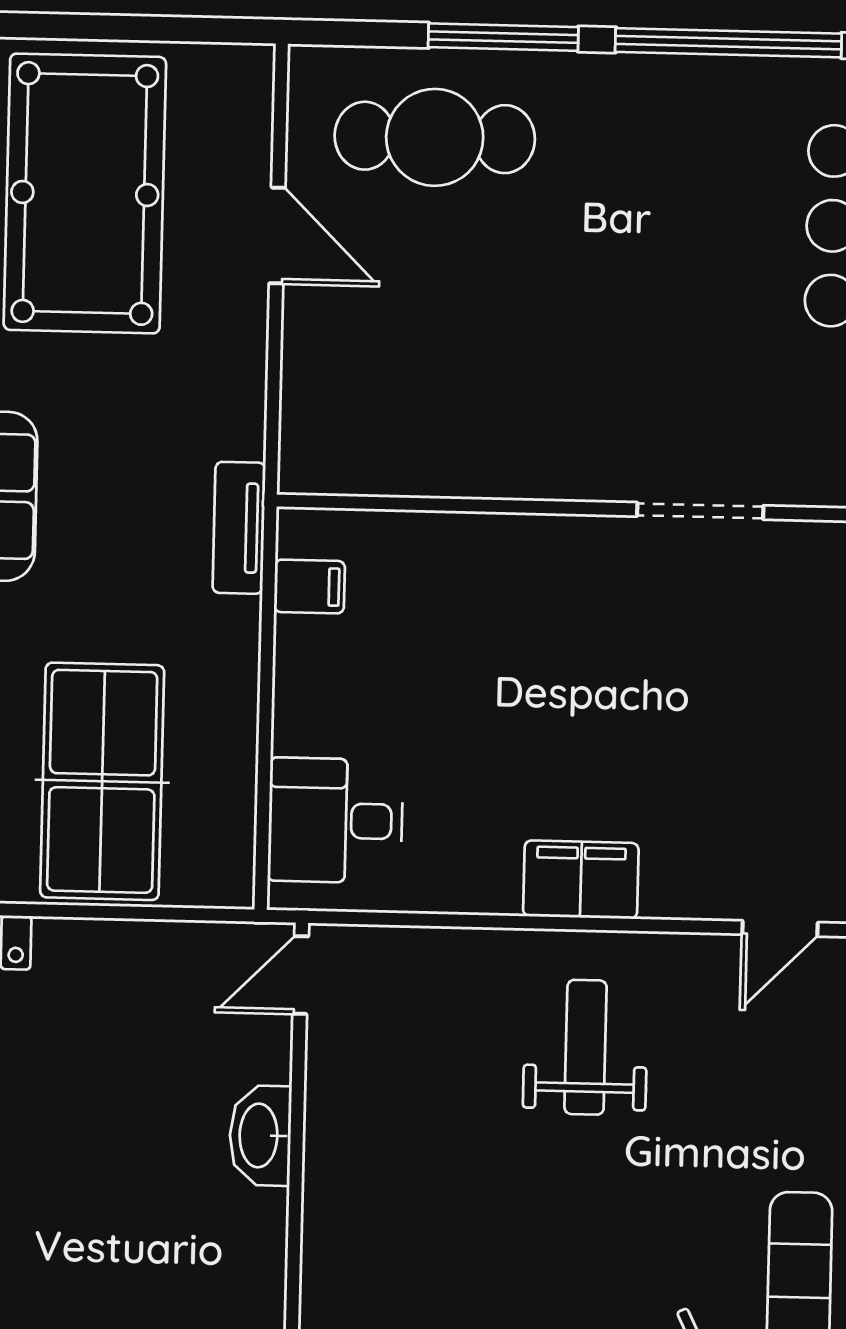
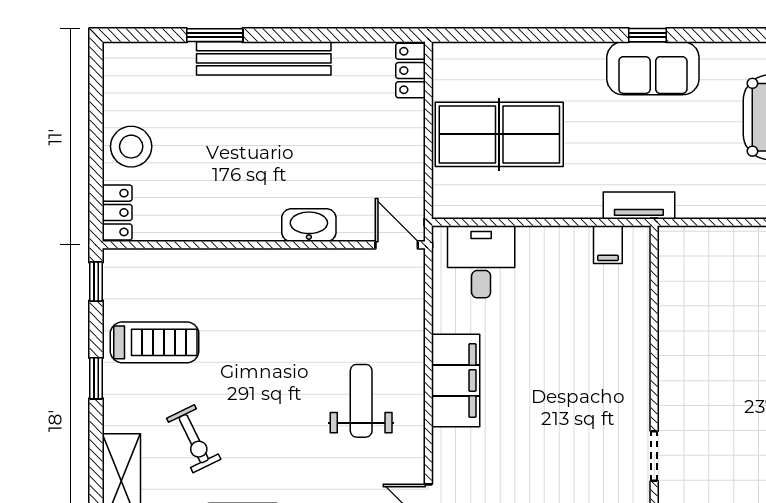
doorway: (700, 511) -> (654, 456), width x0.73
filing cabinet: (581, 880) -> (456, 380), width x1.50, depth x1.17
weight bench: (586, 1047) -> (361, 401), turned -90

